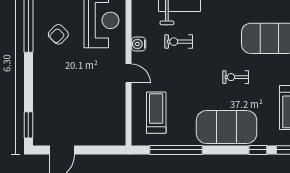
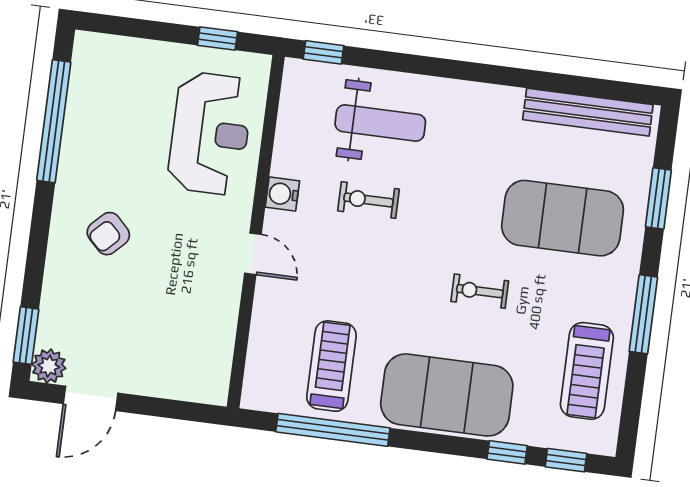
armchair: (58, 34) -> (108, 234), moved
treadmill: (156, 113) -> (331, 366), moved
plant: (41, 138) -> (49, 366), added

